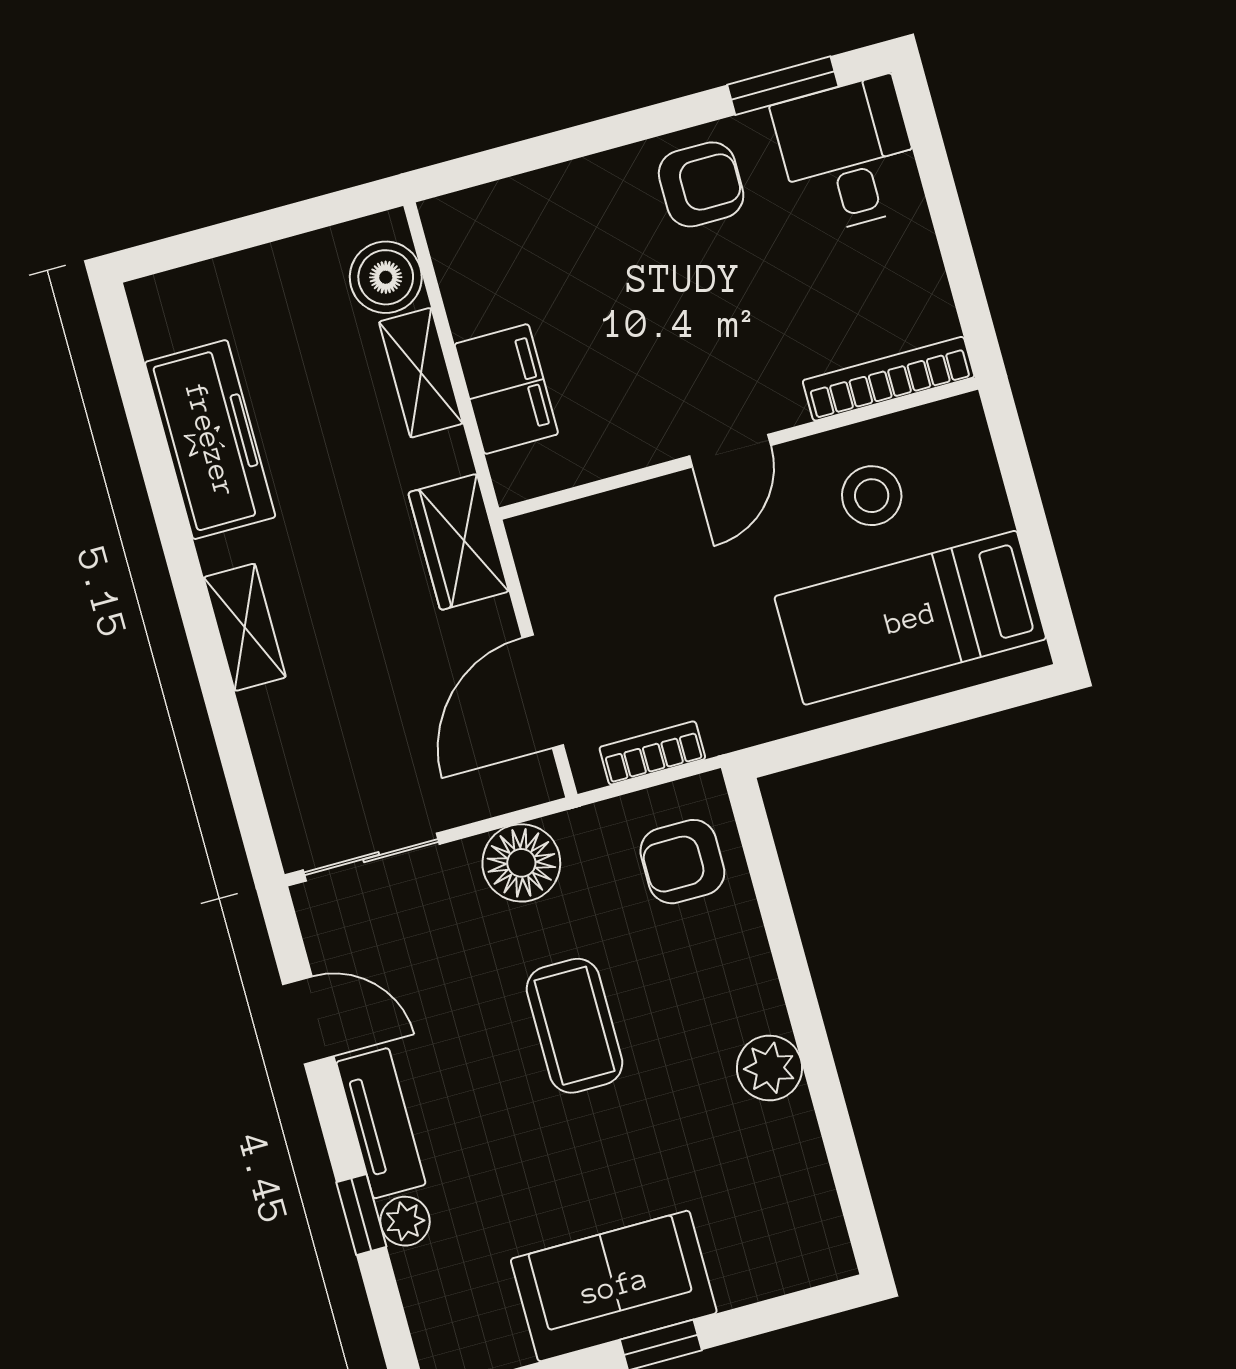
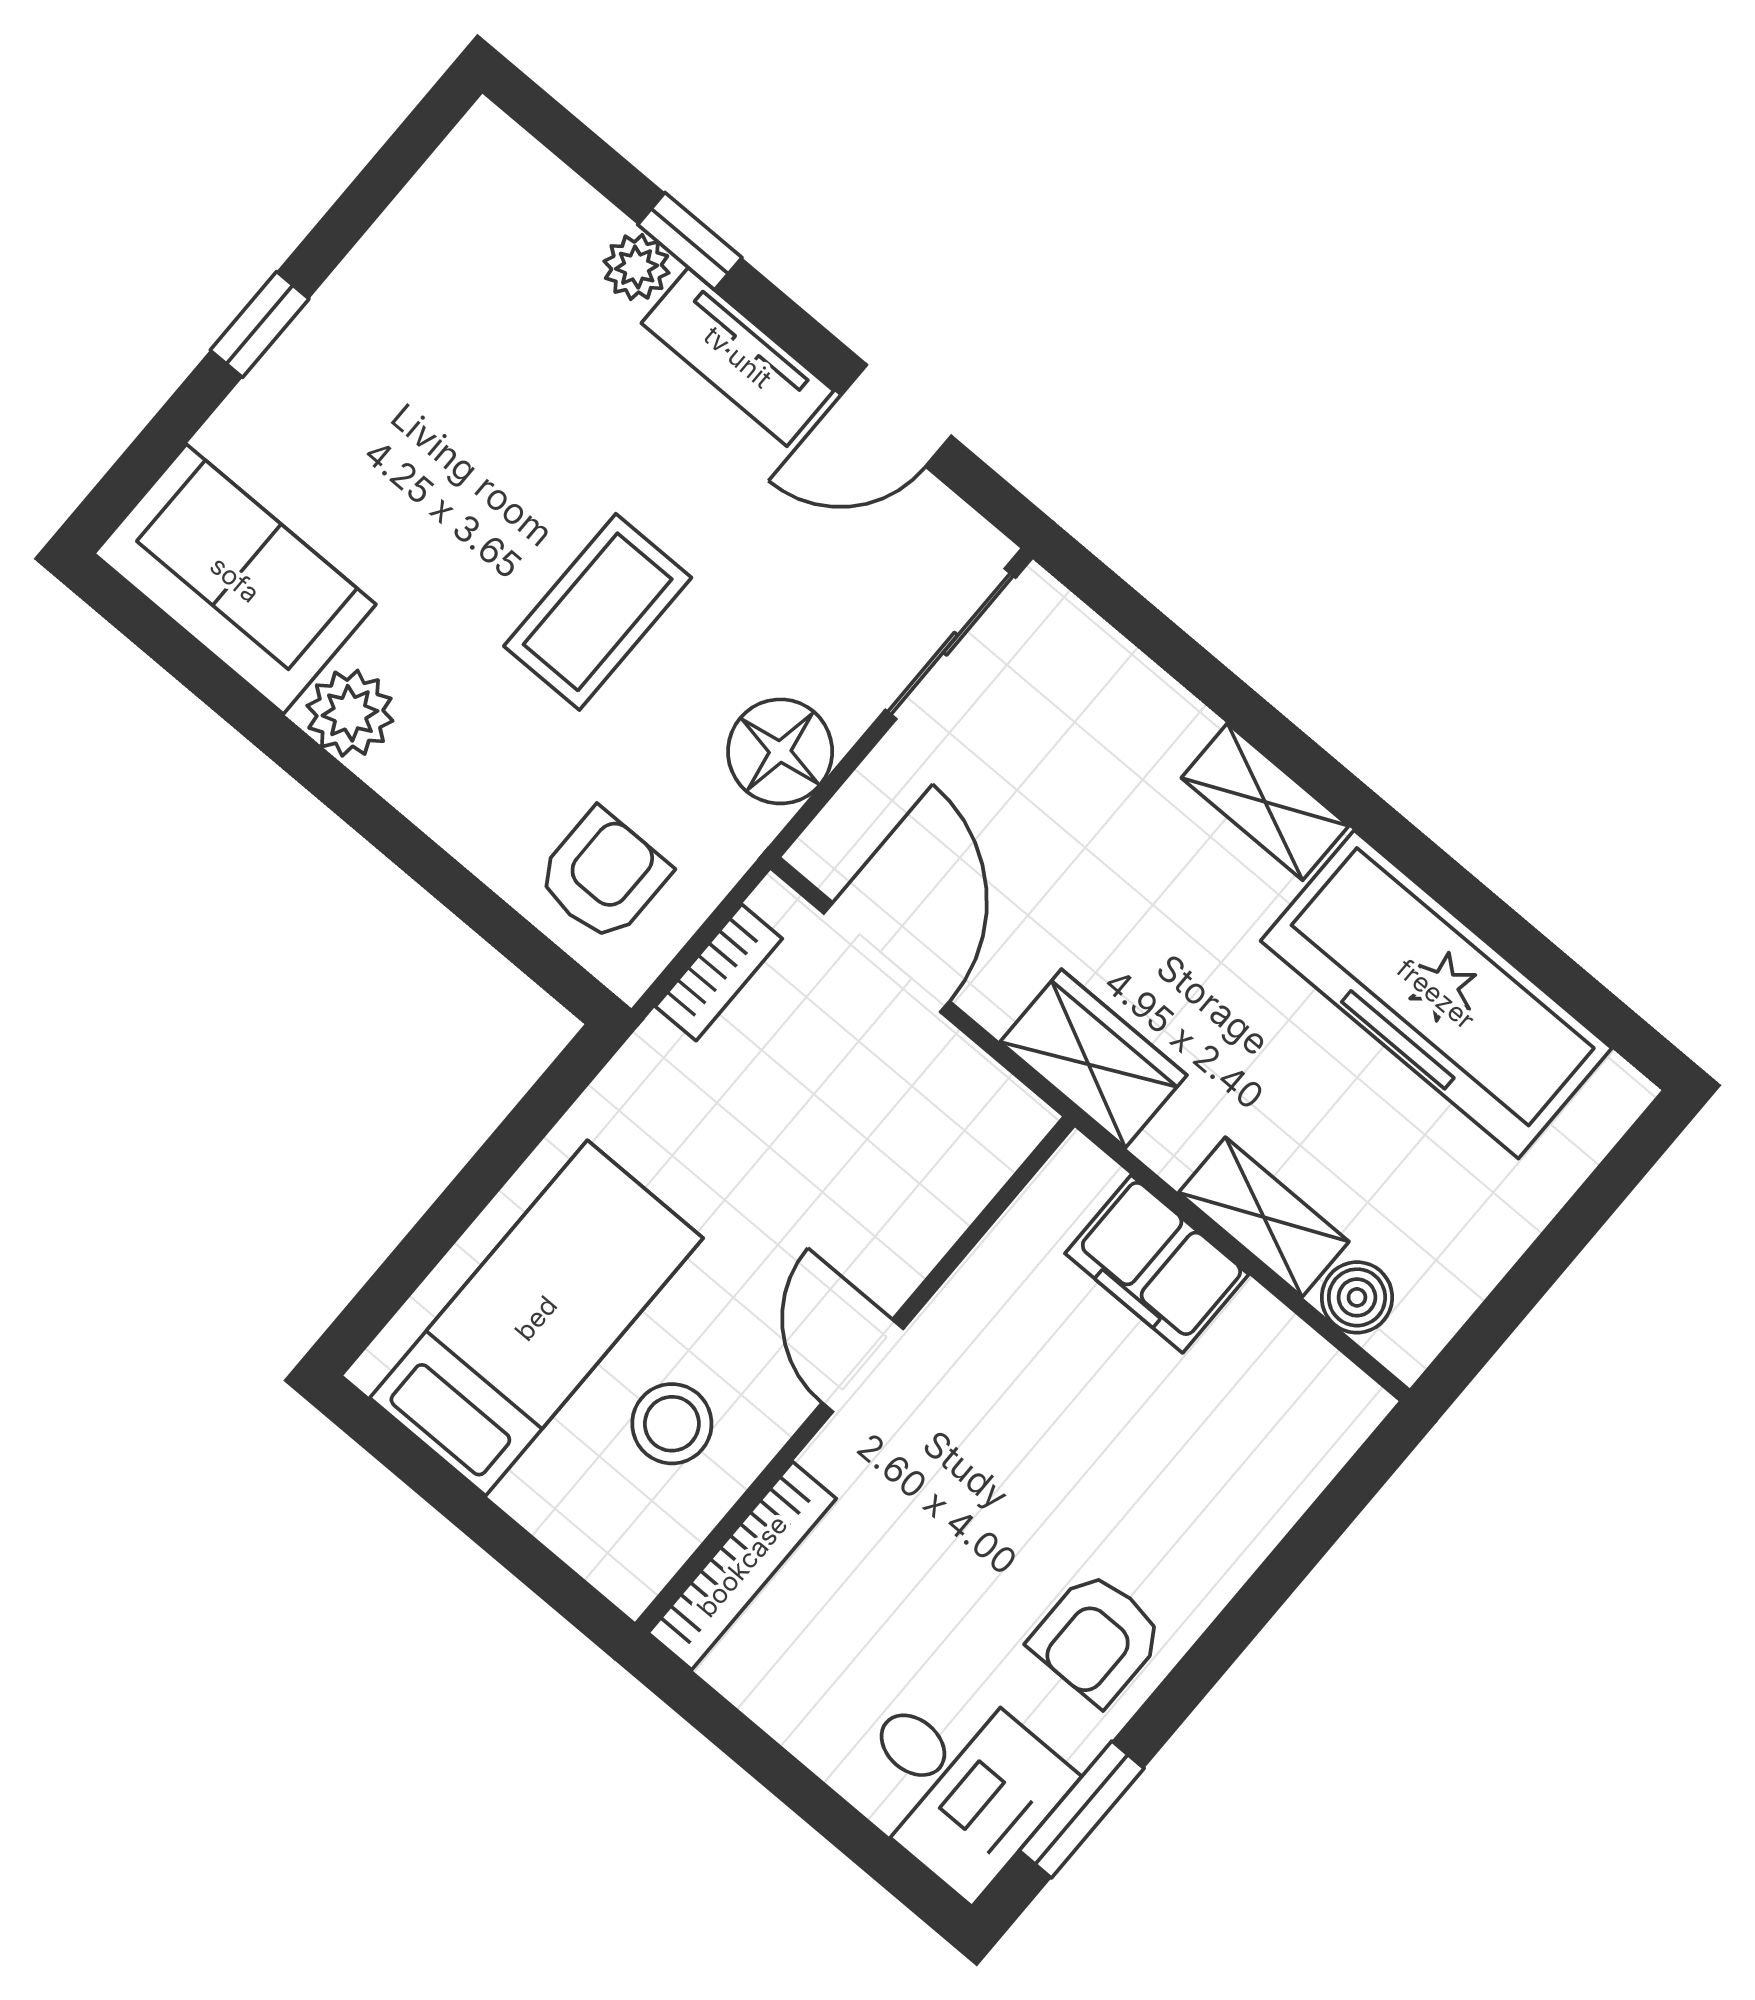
boiler: (386, 277) -> (1357, 1297), width x0.73, depth x0.73
freezer: (210, 440) -> (1436, 994), width x1.36, depth x1.26
coffee table: (575, 1026) -> (598, 612), turned 90
sofa: (614, 1286) -> (235, 579), moved, turned -90

